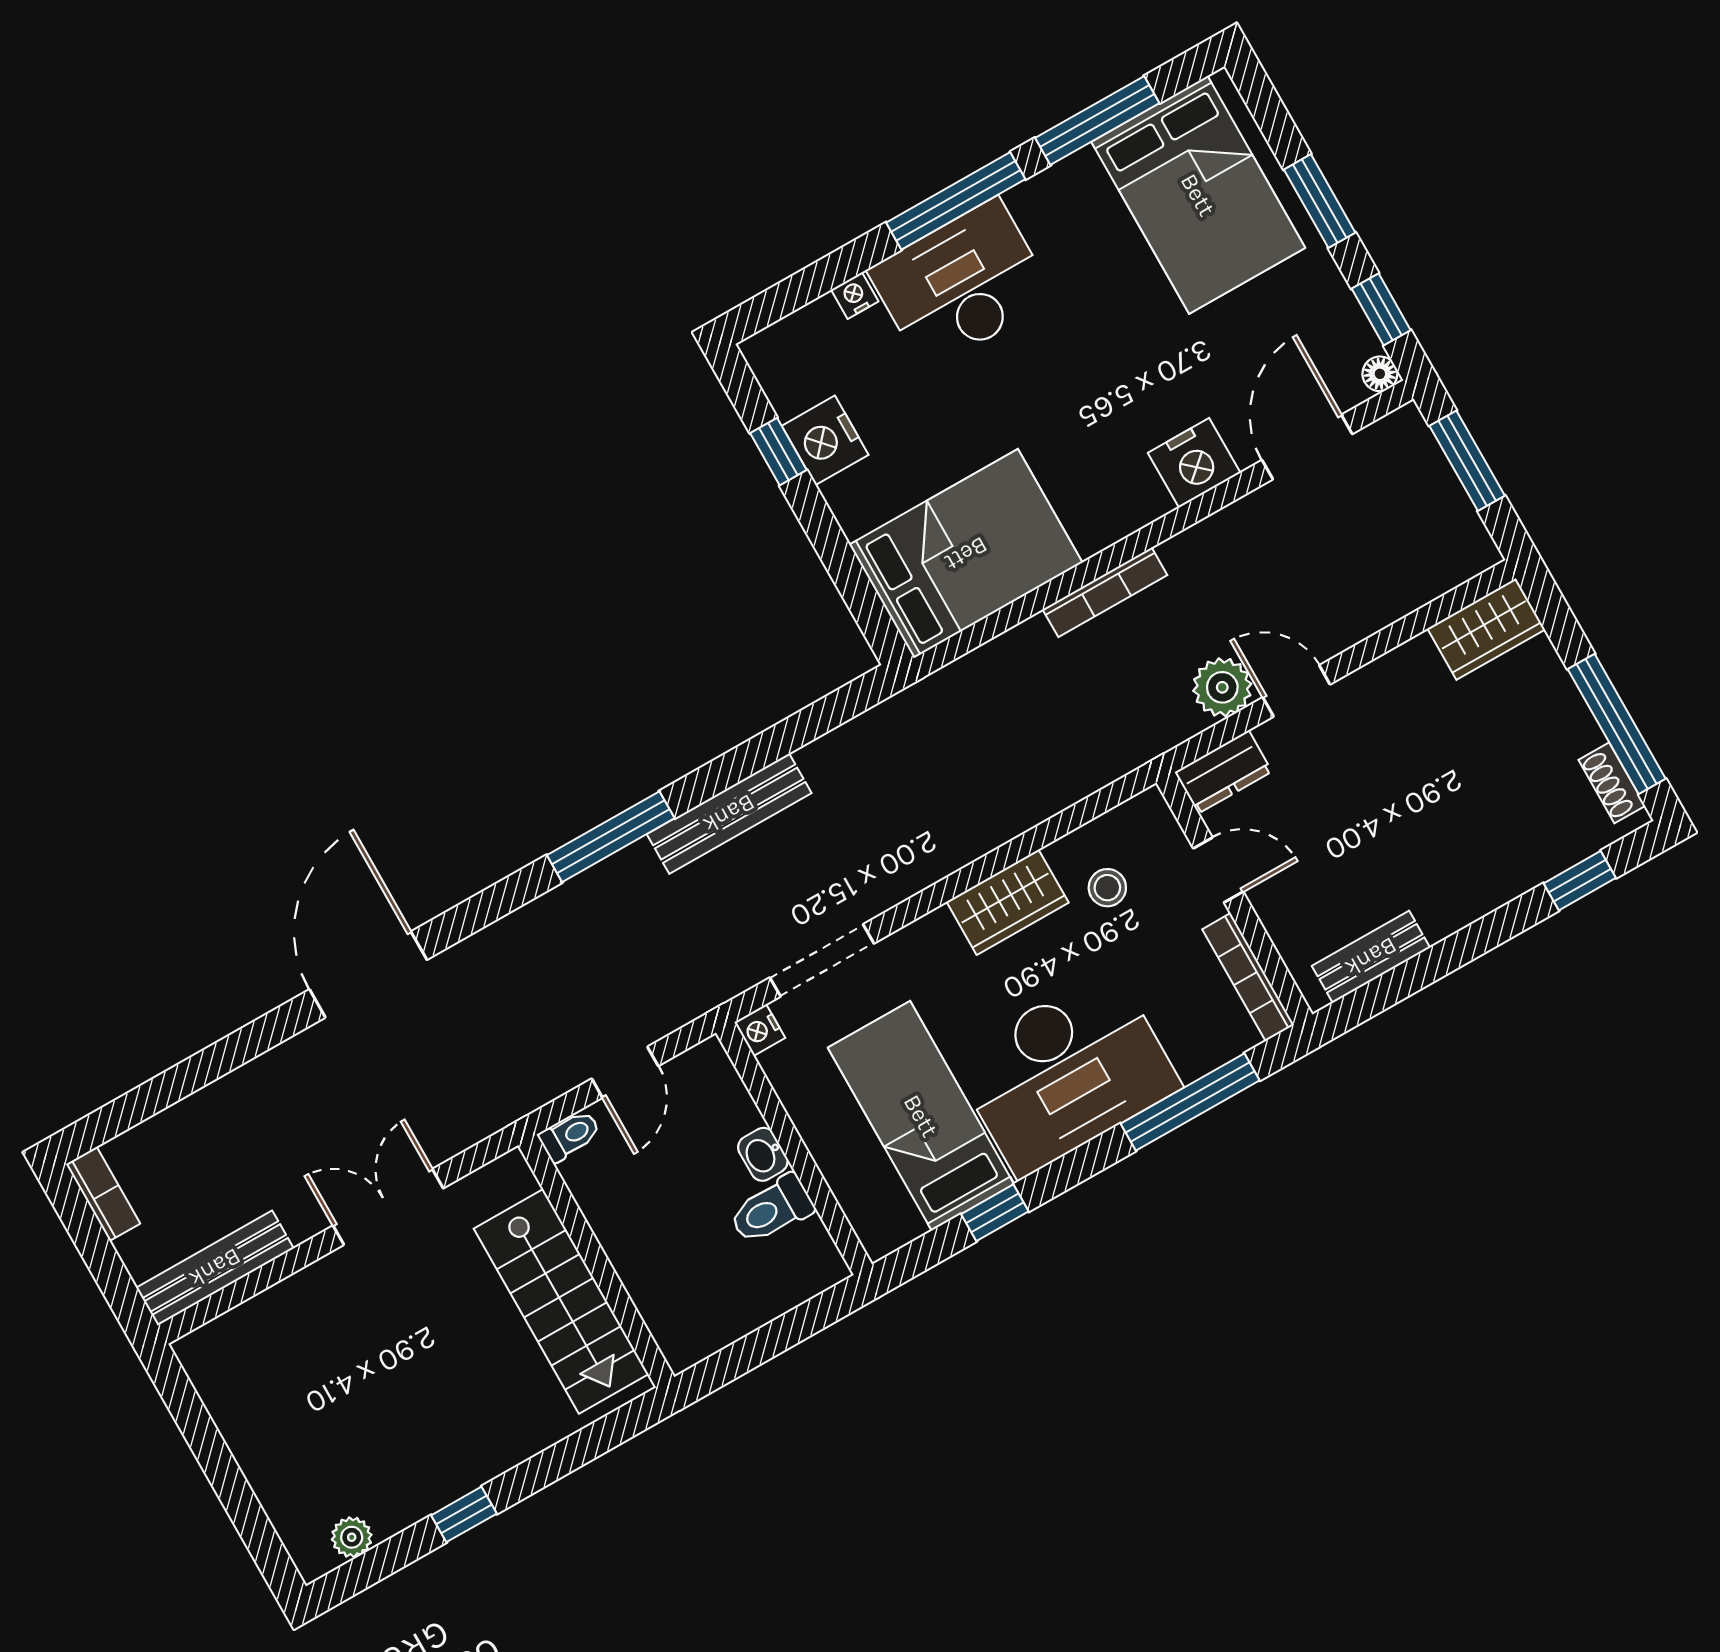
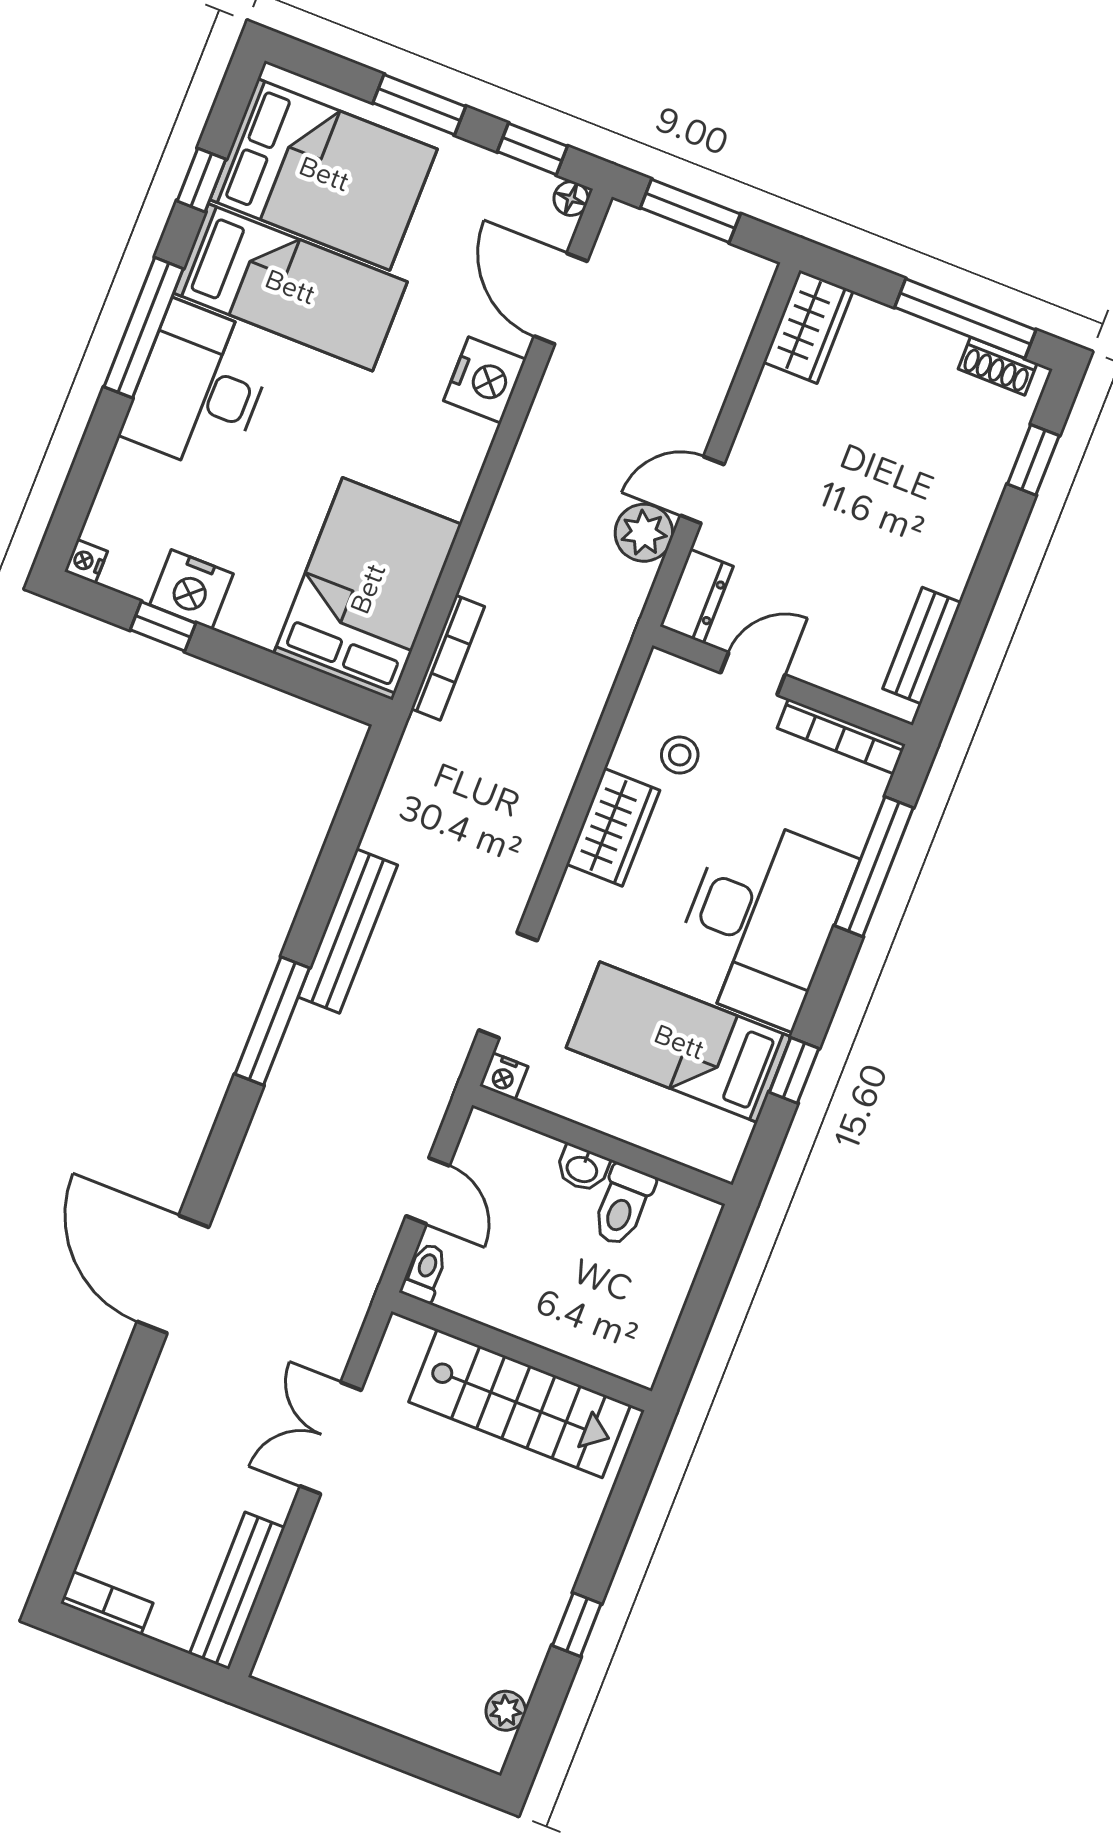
window: (1097, 121) -> (201, 180), width x0.46
bed: (1099, 263) -> (290, 287), added
nightstand: (855, 296) -> (86, 561), moved
bookcase: (1105, 592) -> (448, 658), moved

